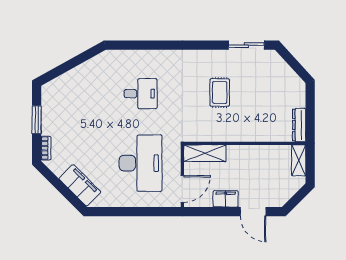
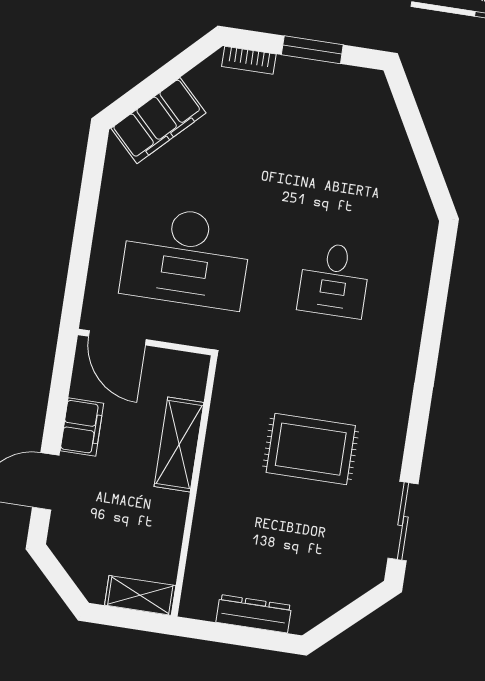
rug: (220, 92) -> (311, 449), width x1.36, depth x1.43
dresser: (299, 125) -> (254, 614), moved
shelving: (205, 153) -> (179, 444), moved

